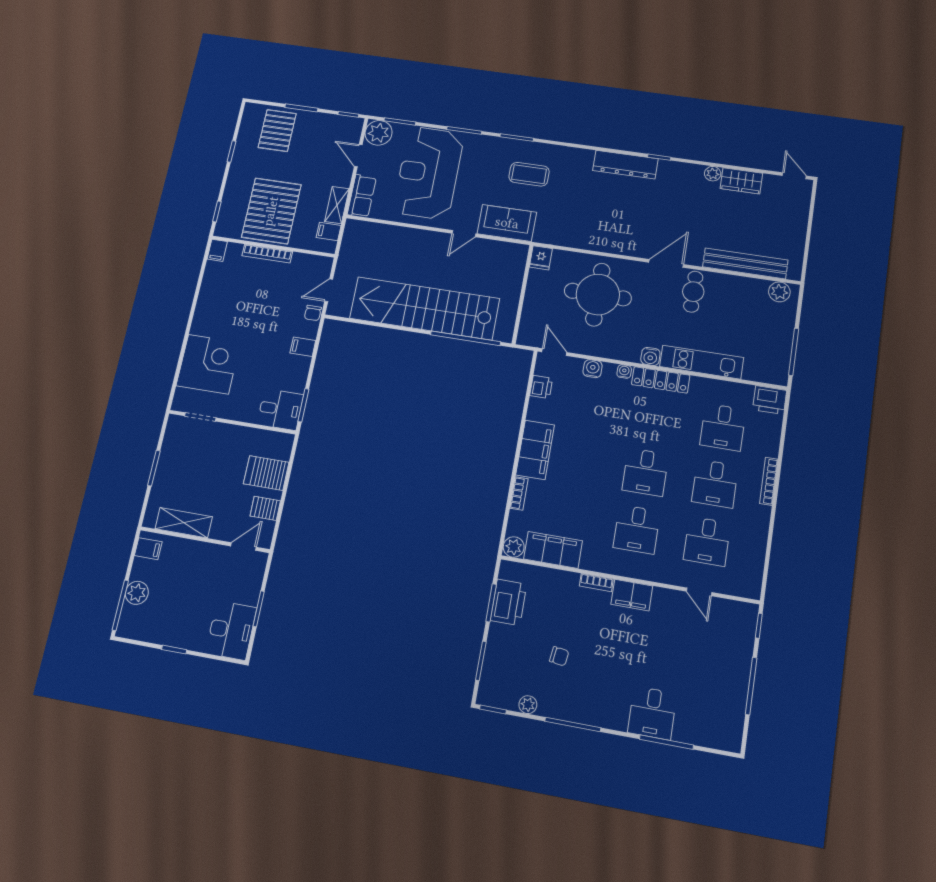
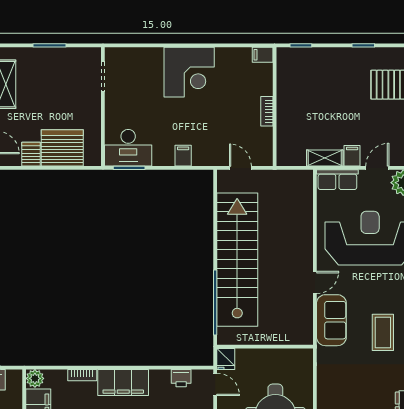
pallet: (271, 211) -> (309, 97), removed
filing cabinet: (329, 231) -> (352, 156), moved
door: (464, 234) -> (315, 282), swing flipped
bookcase: (267, 254) -> (267, 111), width x0.64
fridge: (541, 258) -> (226, 359), moved, turned -90
chair: (313, 313) -> (216, 158), removed
door: (554, 352) -> (215, 384), hinge flipped
corner desk: (208, 364) -> (189, 72), moved
desk: (280, 409) -> (128, 148), width x1.37
server rack: (266, 473) -> (62, 148), width x1.60

